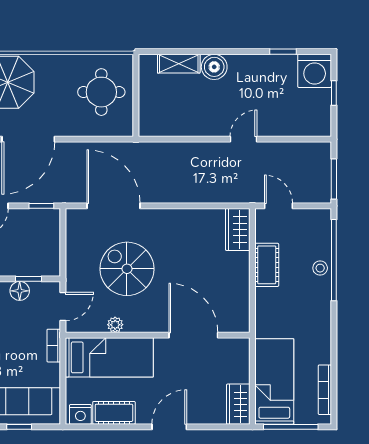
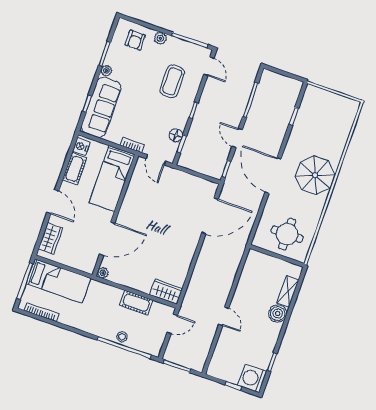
spiral stairs: (127, 269) -> (166, 210), removed
plant: (115, 325) -> (103, 273), moved
wardrobe: (238, 404) -> (50, 239), moved, turned 90

